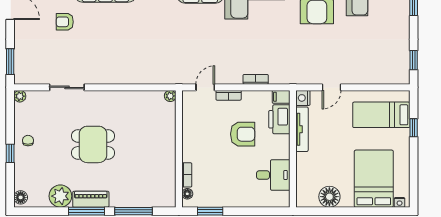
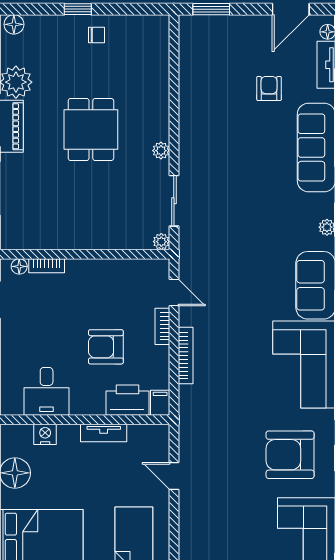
bookcase: (256, 79) -> (186, 356), width x1.56
sliding door: (67, 87) -> (174, 201), moved
plant: (20, 96) -> (161, 151), moved
nightstand: (303, 98) -> (45, 434), moved
tv unit: (302, 129) -> (104, 433), width x0.71
armchair: (243, 134) -> (106, 347), turned 90

